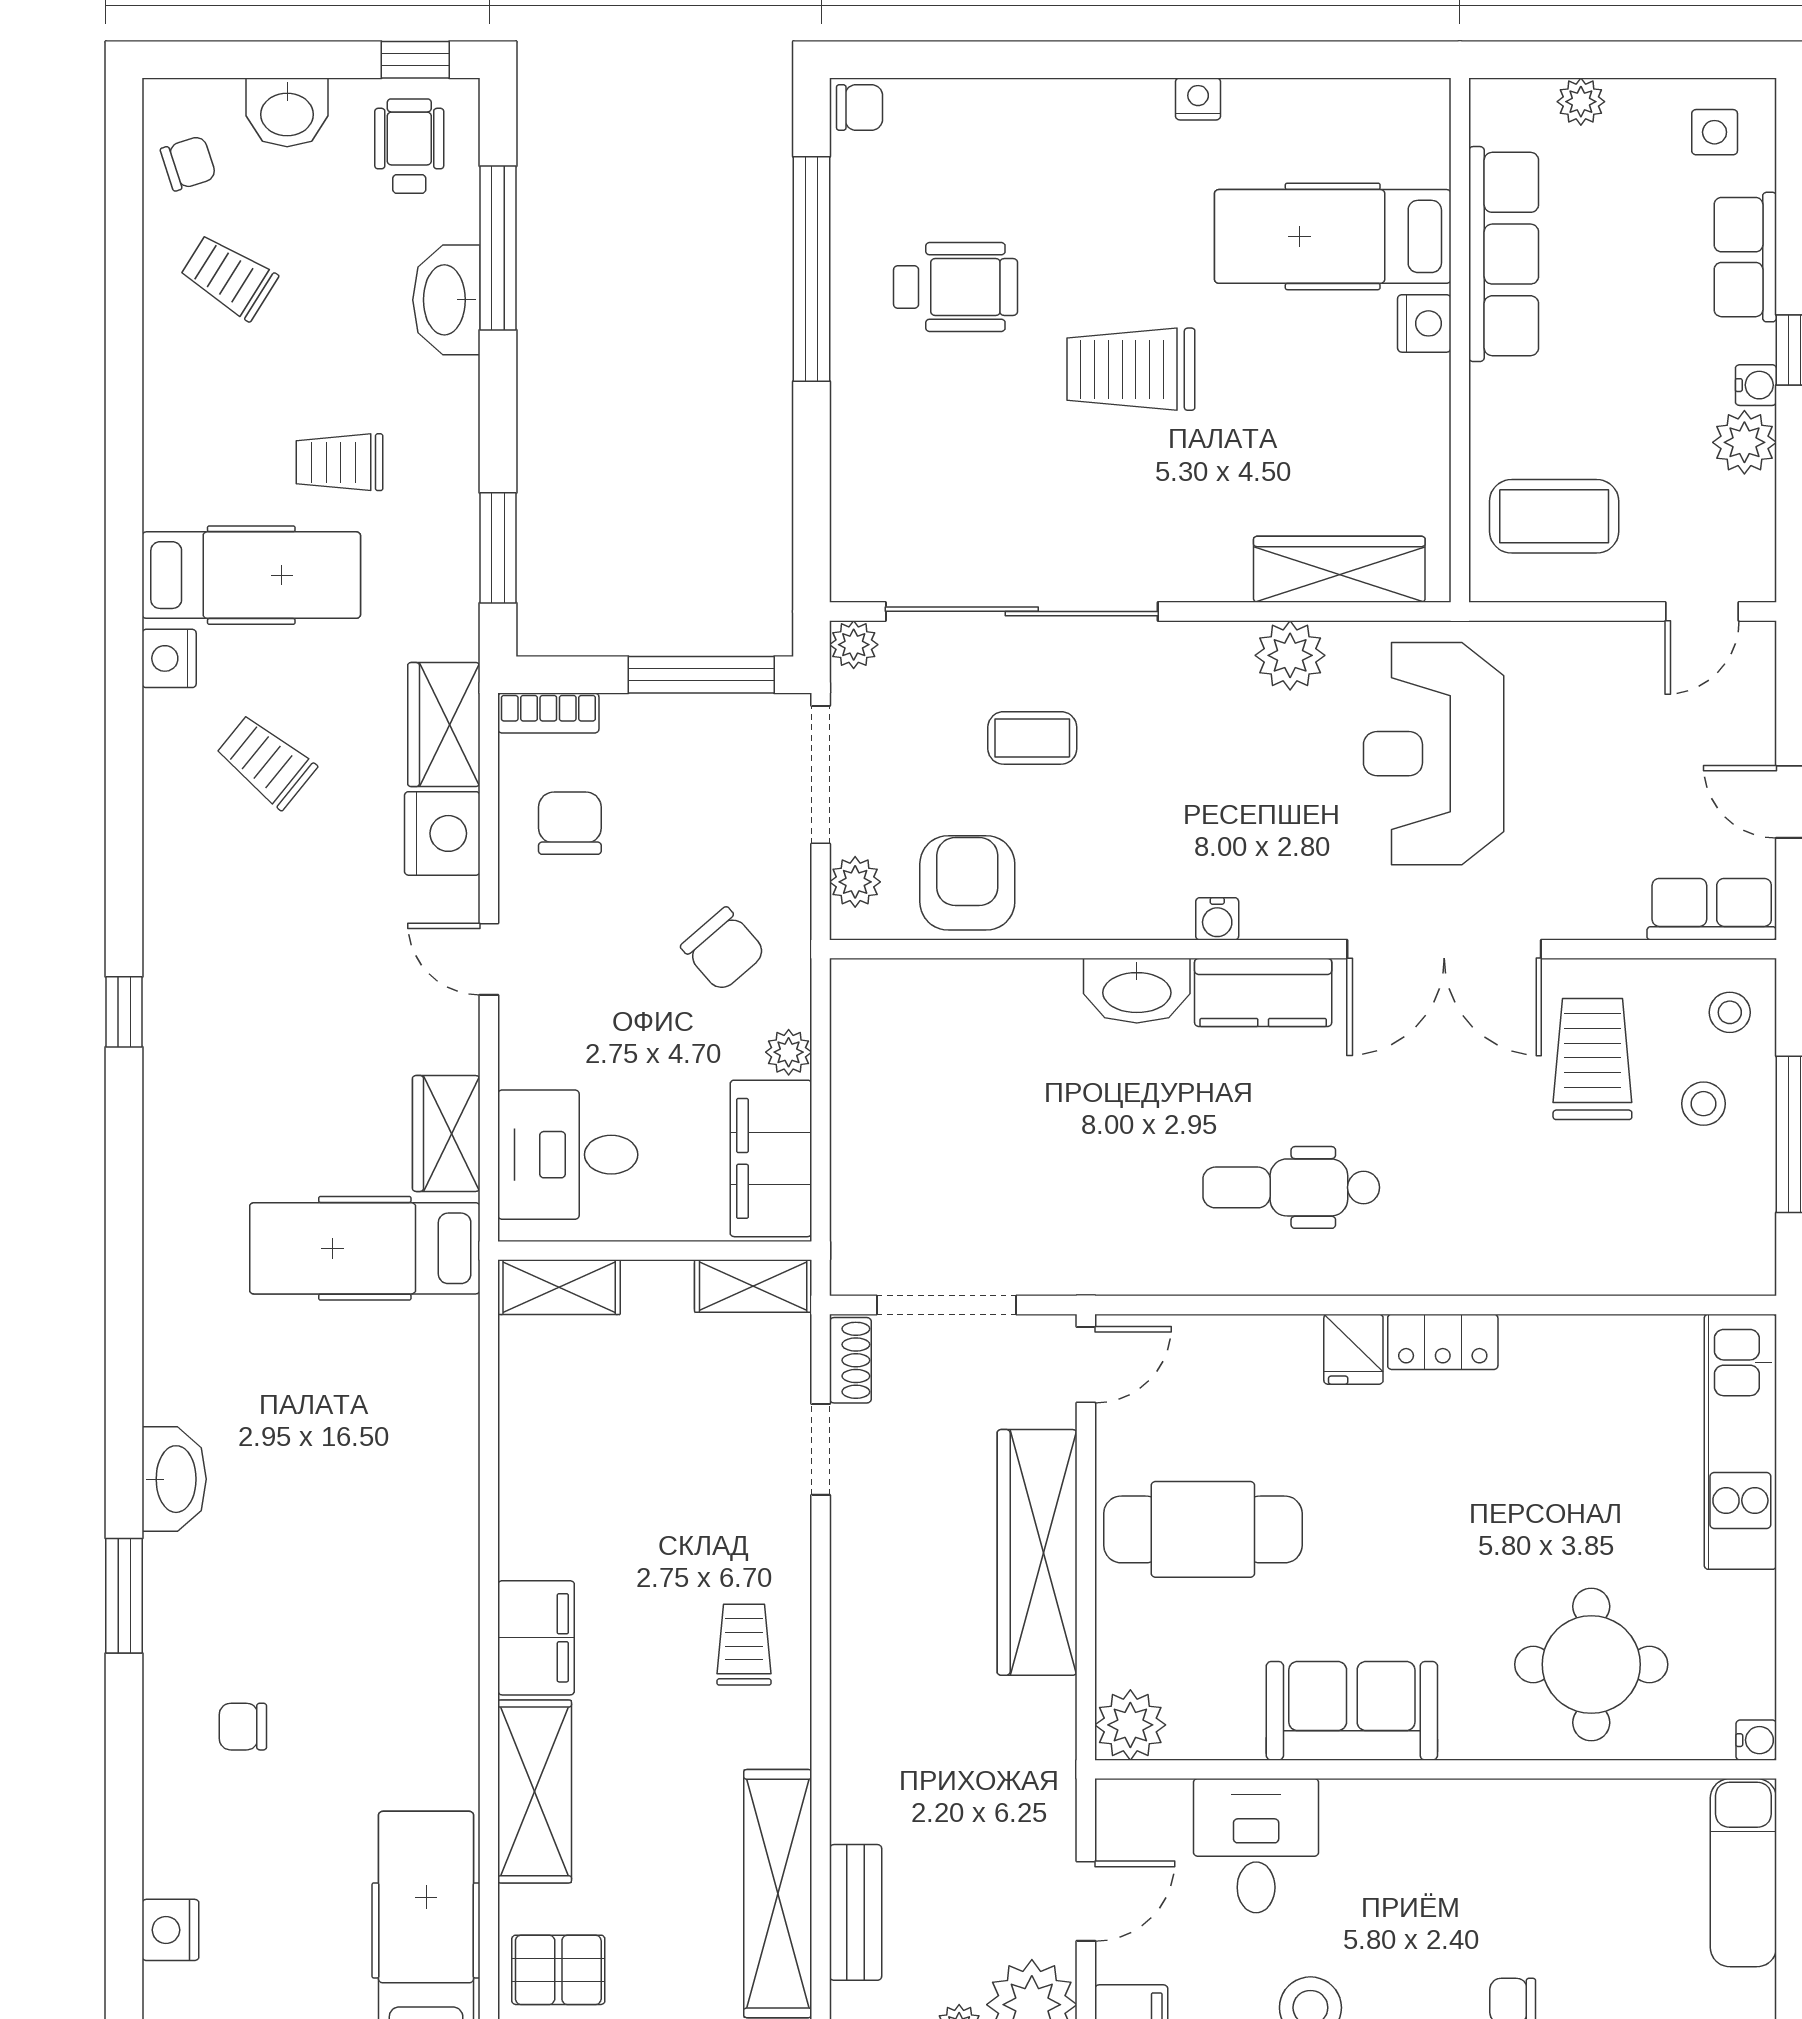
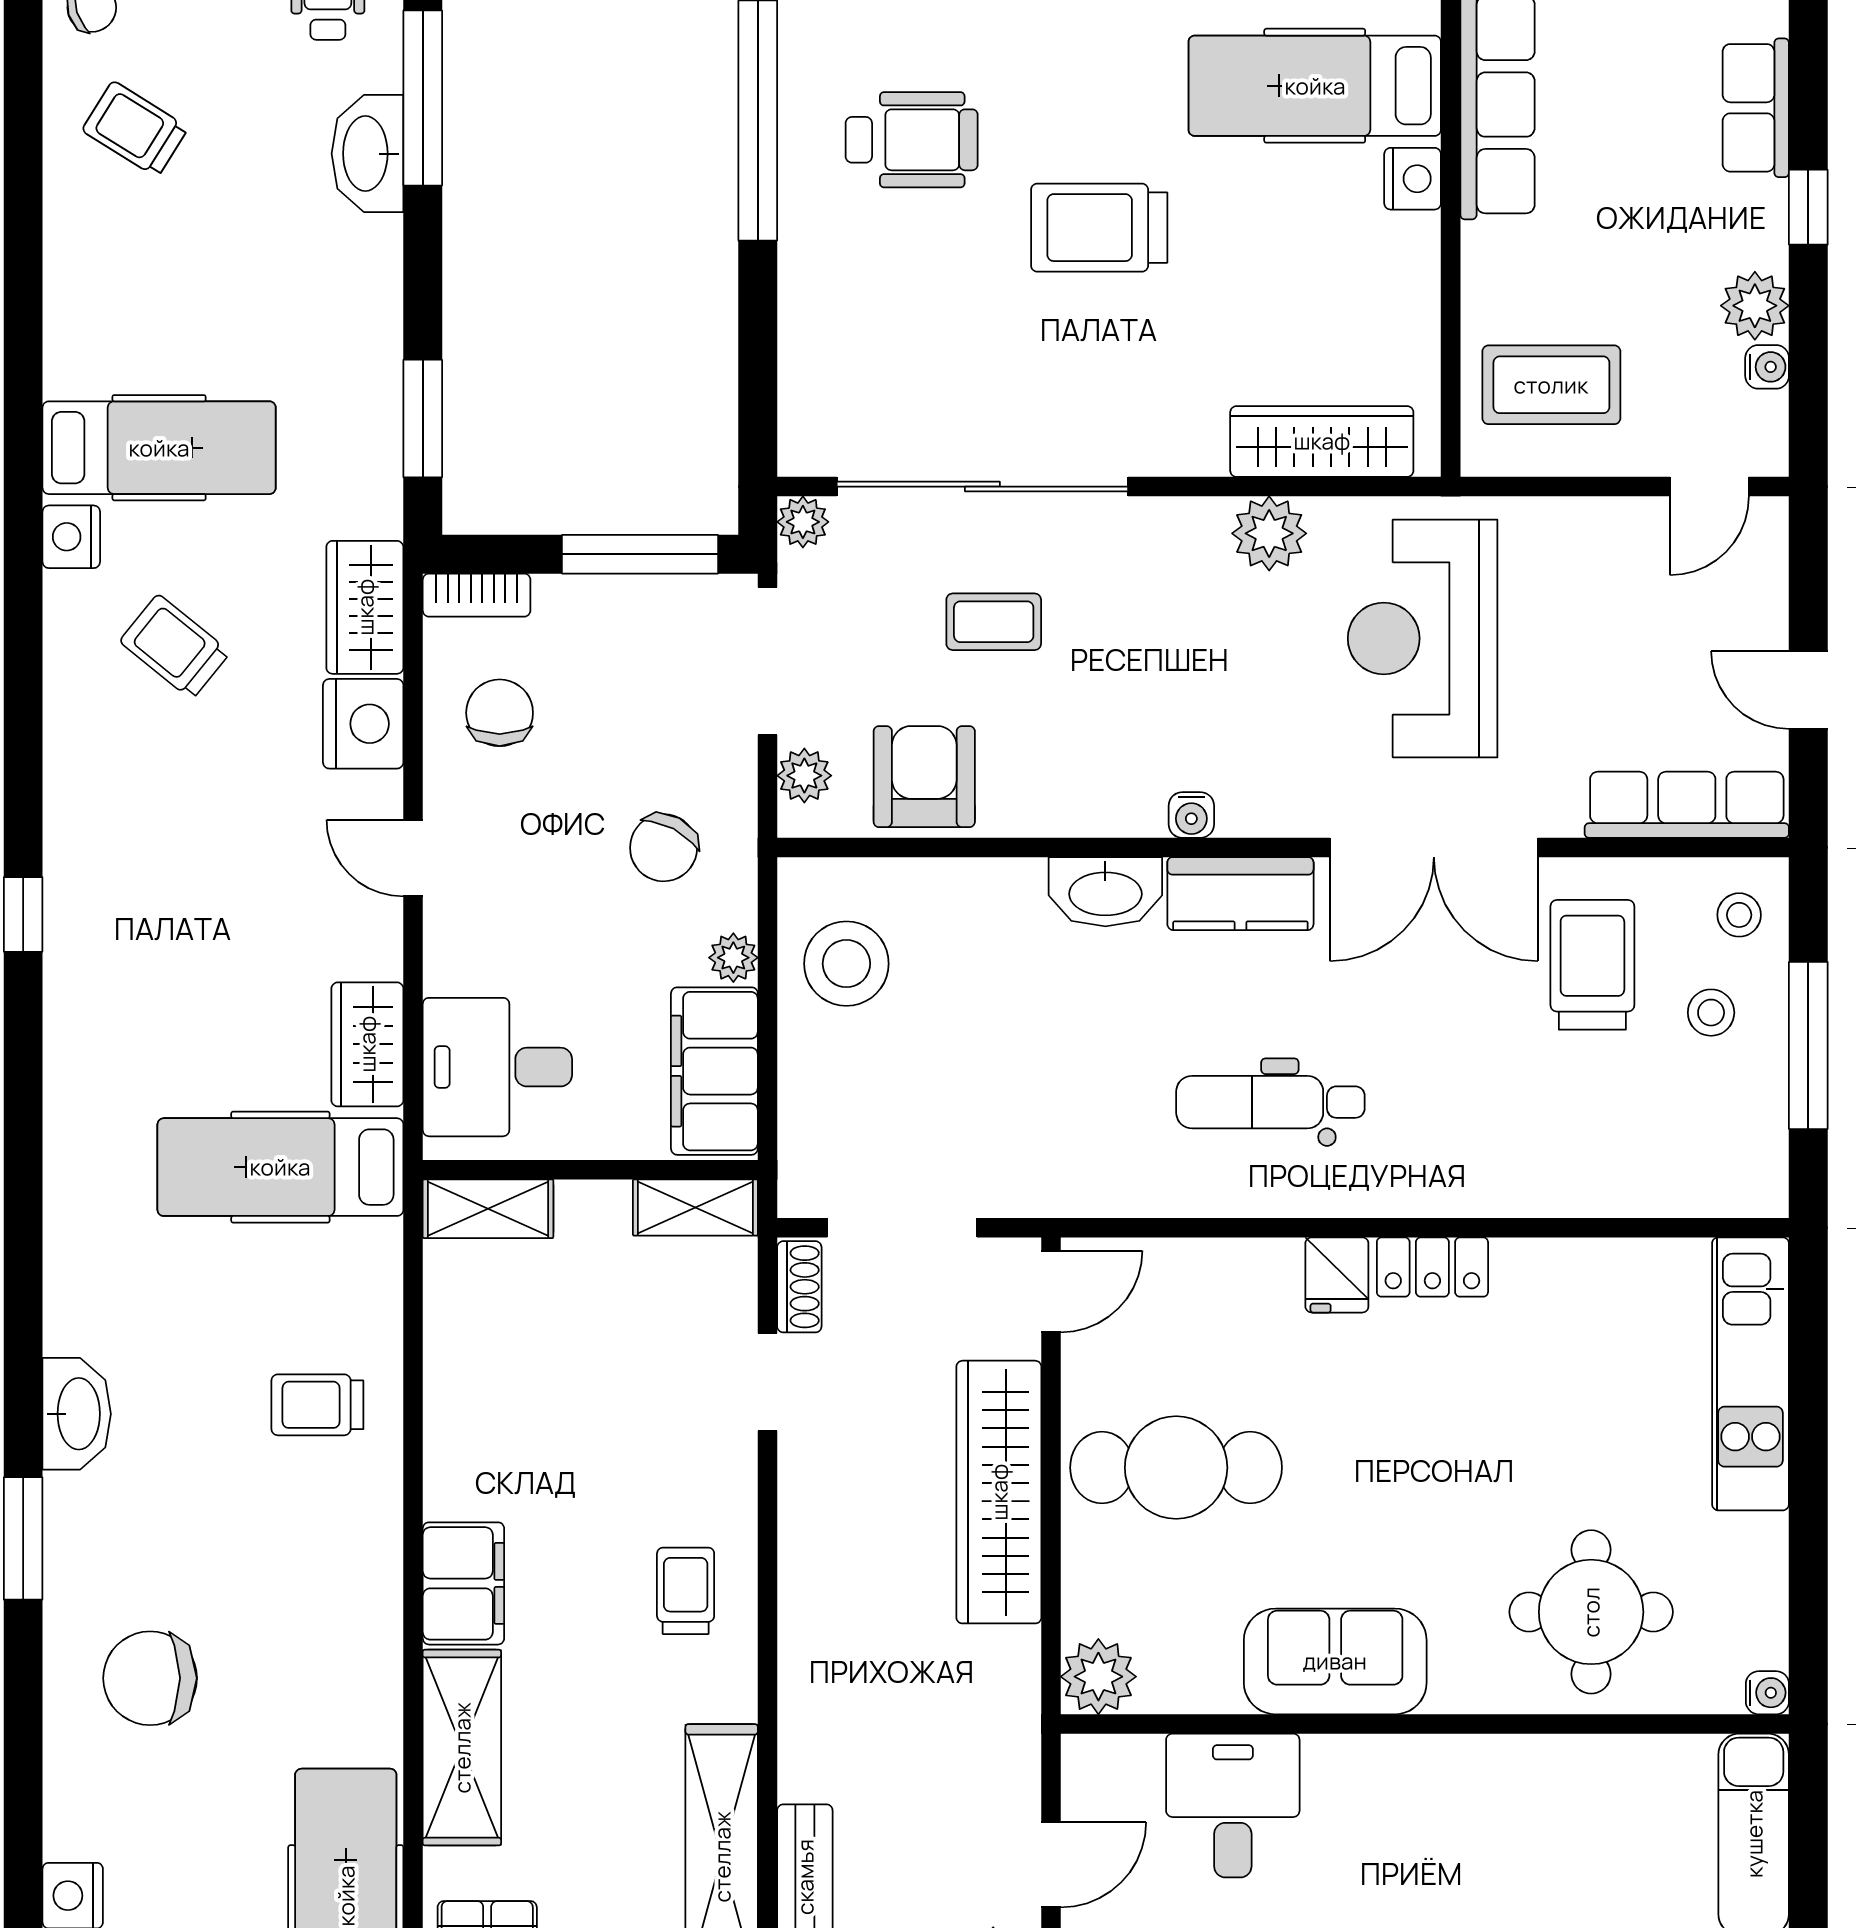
water cooler: (1756, 385) -> (1767, 367), moved
trolley: (340, 462) -> (317, 1405), moved
row of seats: (1712, 909) -> (1687, 805), width x1.48
chair: (723, 949) -> (664, 848), turned 69
stool: (894, 1058) -> (846, 964), added
chair: (243, 1727) -> (150, 1678), width x1.87, depth x1.87

